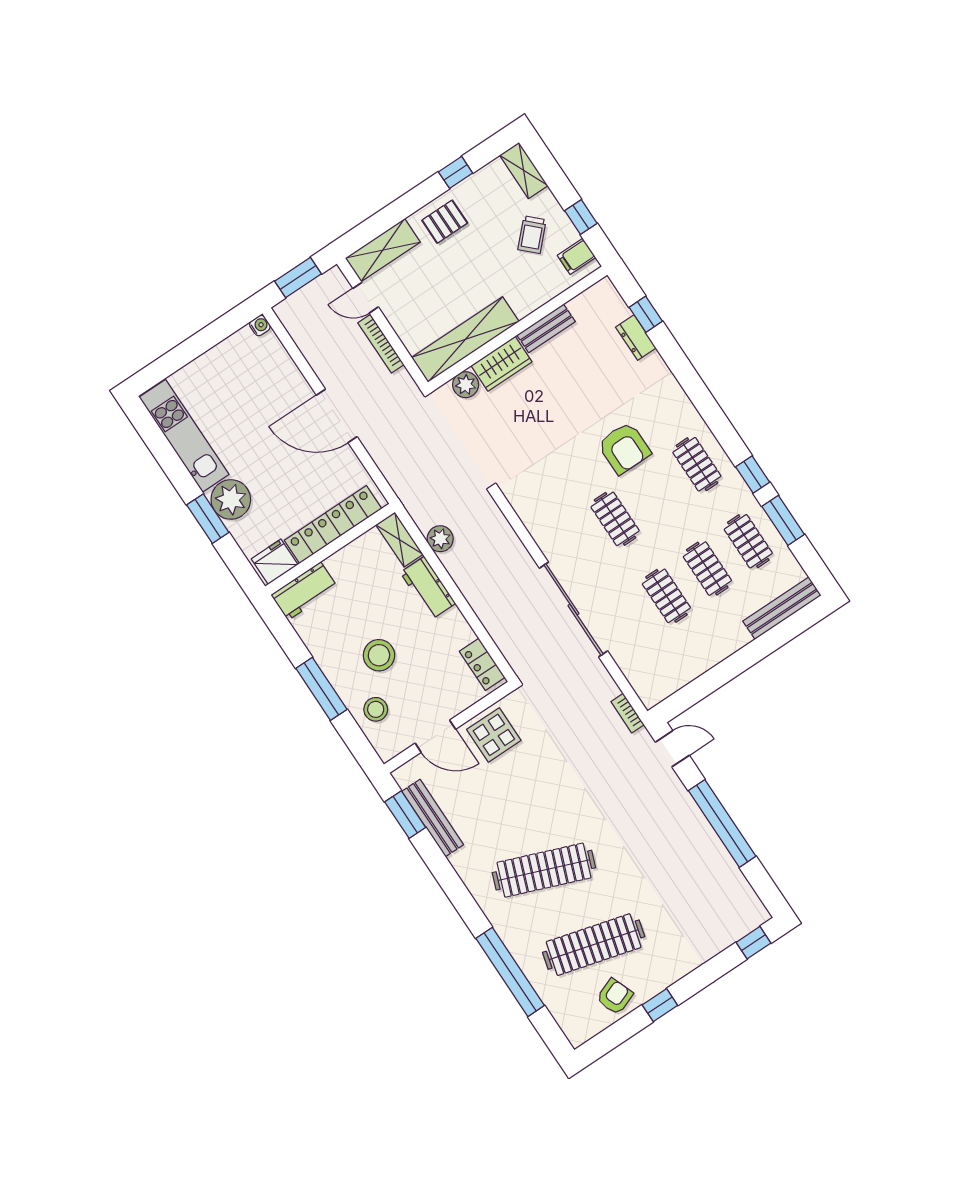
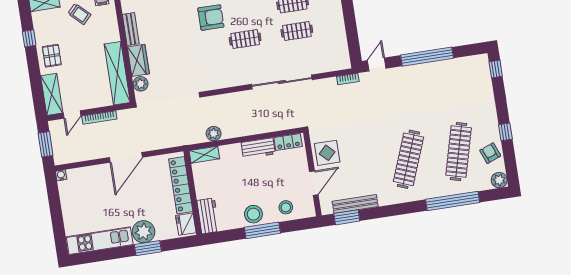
workbench: (428, 588) -> (258, 148), moved
stool: (379, 655) -> (253, 214), moved
plant: (578, 1031) -> (499, 180), added

